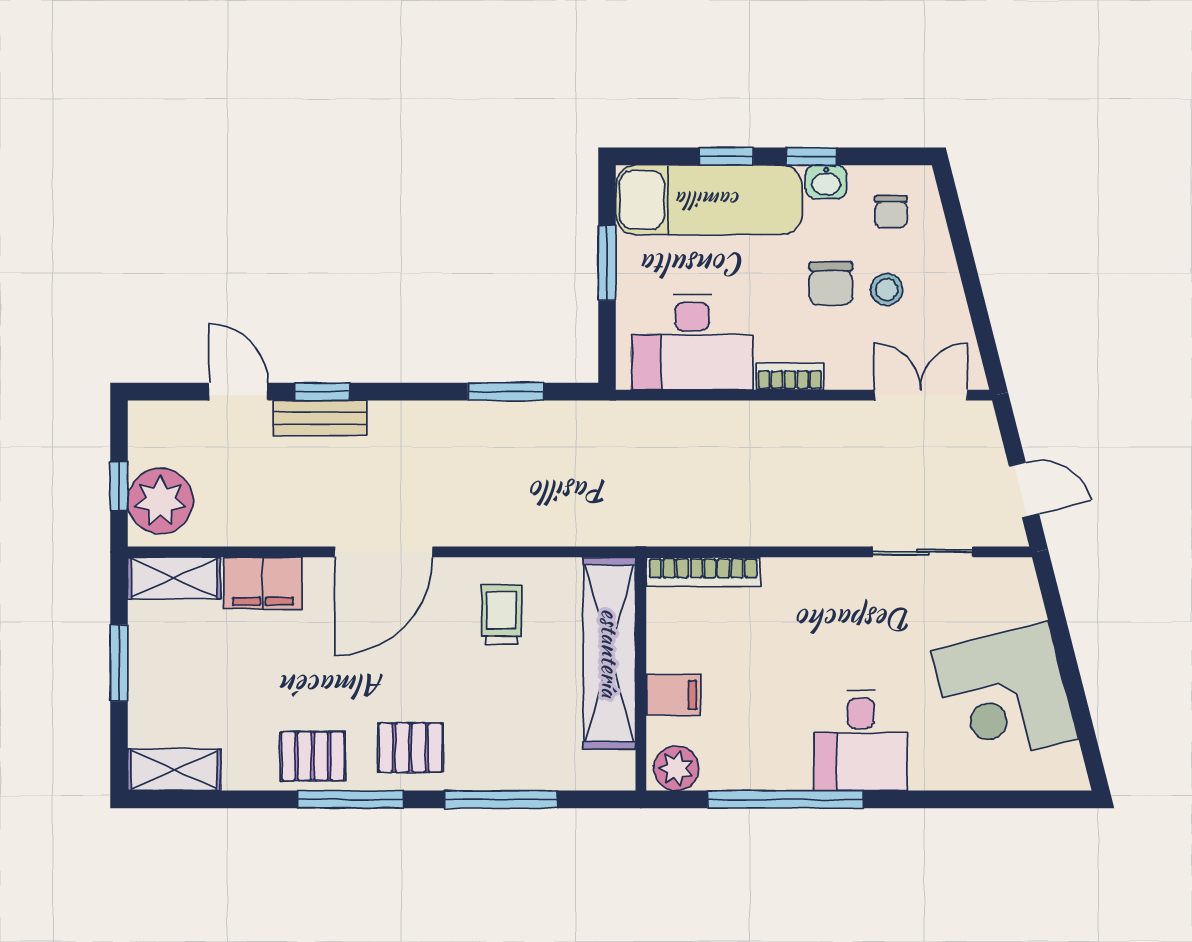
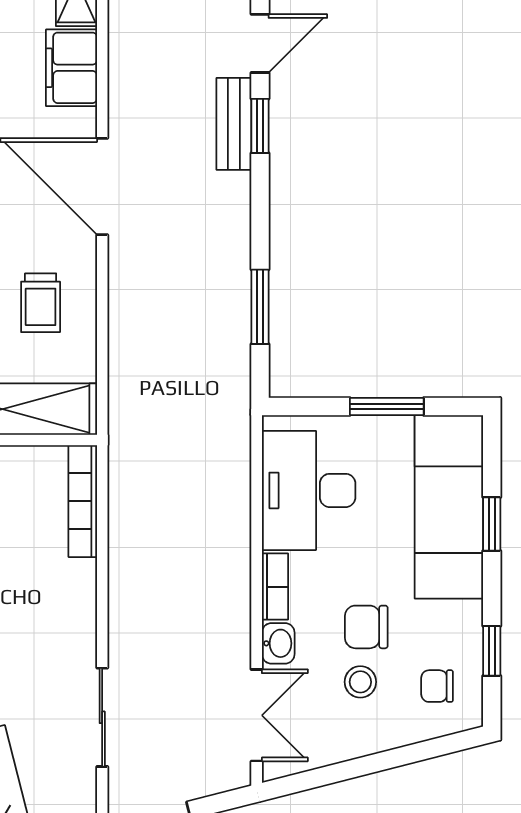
window: (812, 156) -> (492, 651), moved
washbasin: (826, 182) -> (278, 643), moved, turned 180
trolley: (502, 615) -> (41, 303), turned 90

